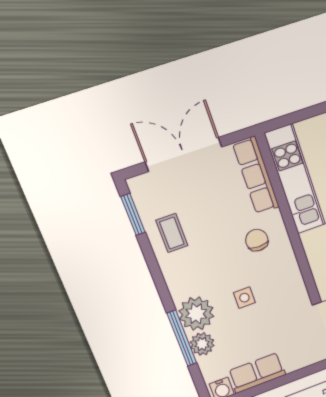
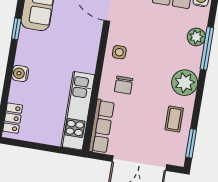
side table: (244, 298) -> (119, 52), moved
plant: (196, 314) -> (185, 83), moved

